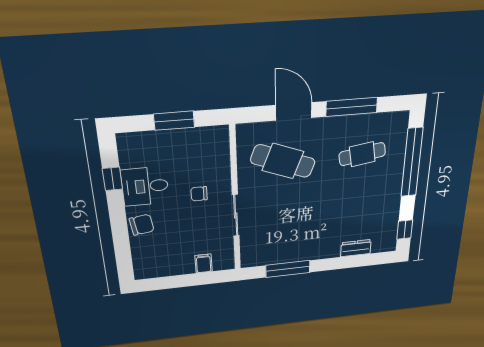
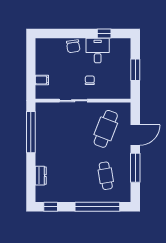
window: (288, 269) -> (31, 132), width x1.46

